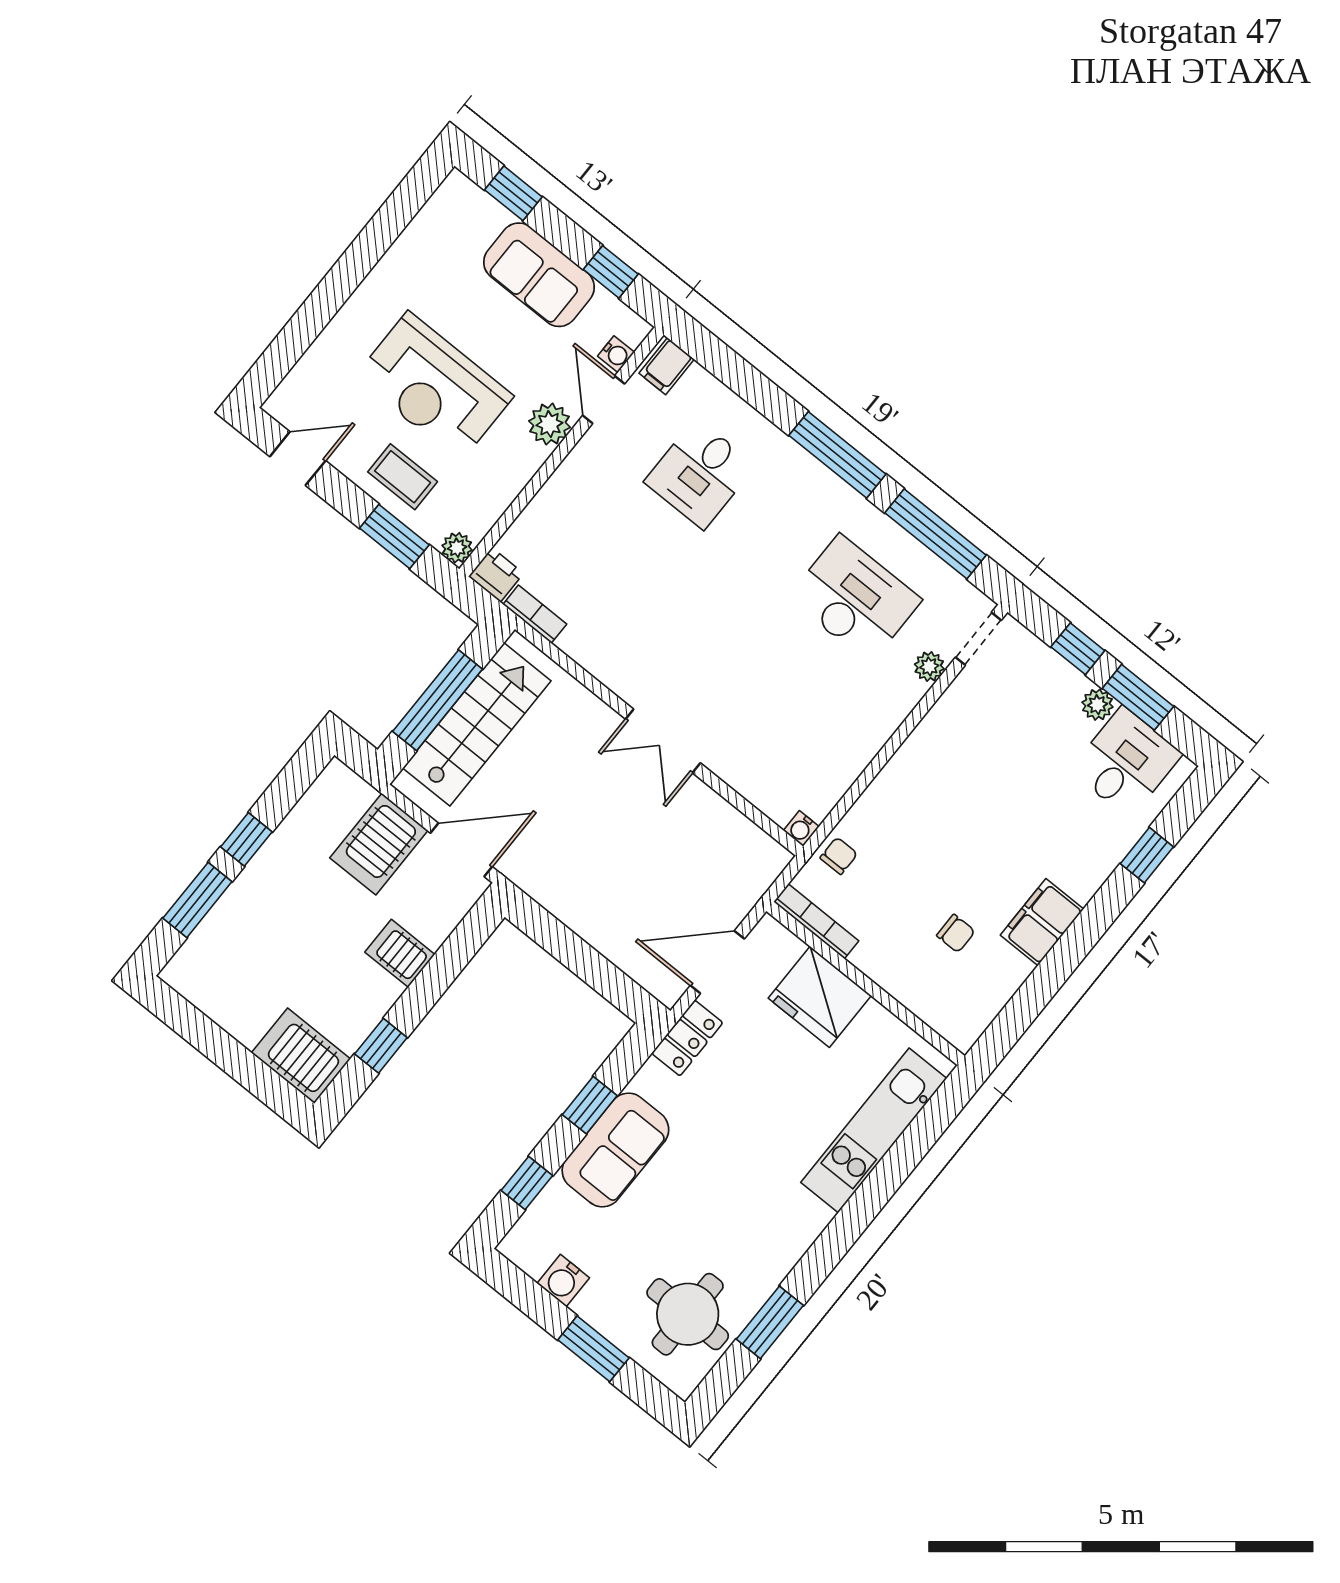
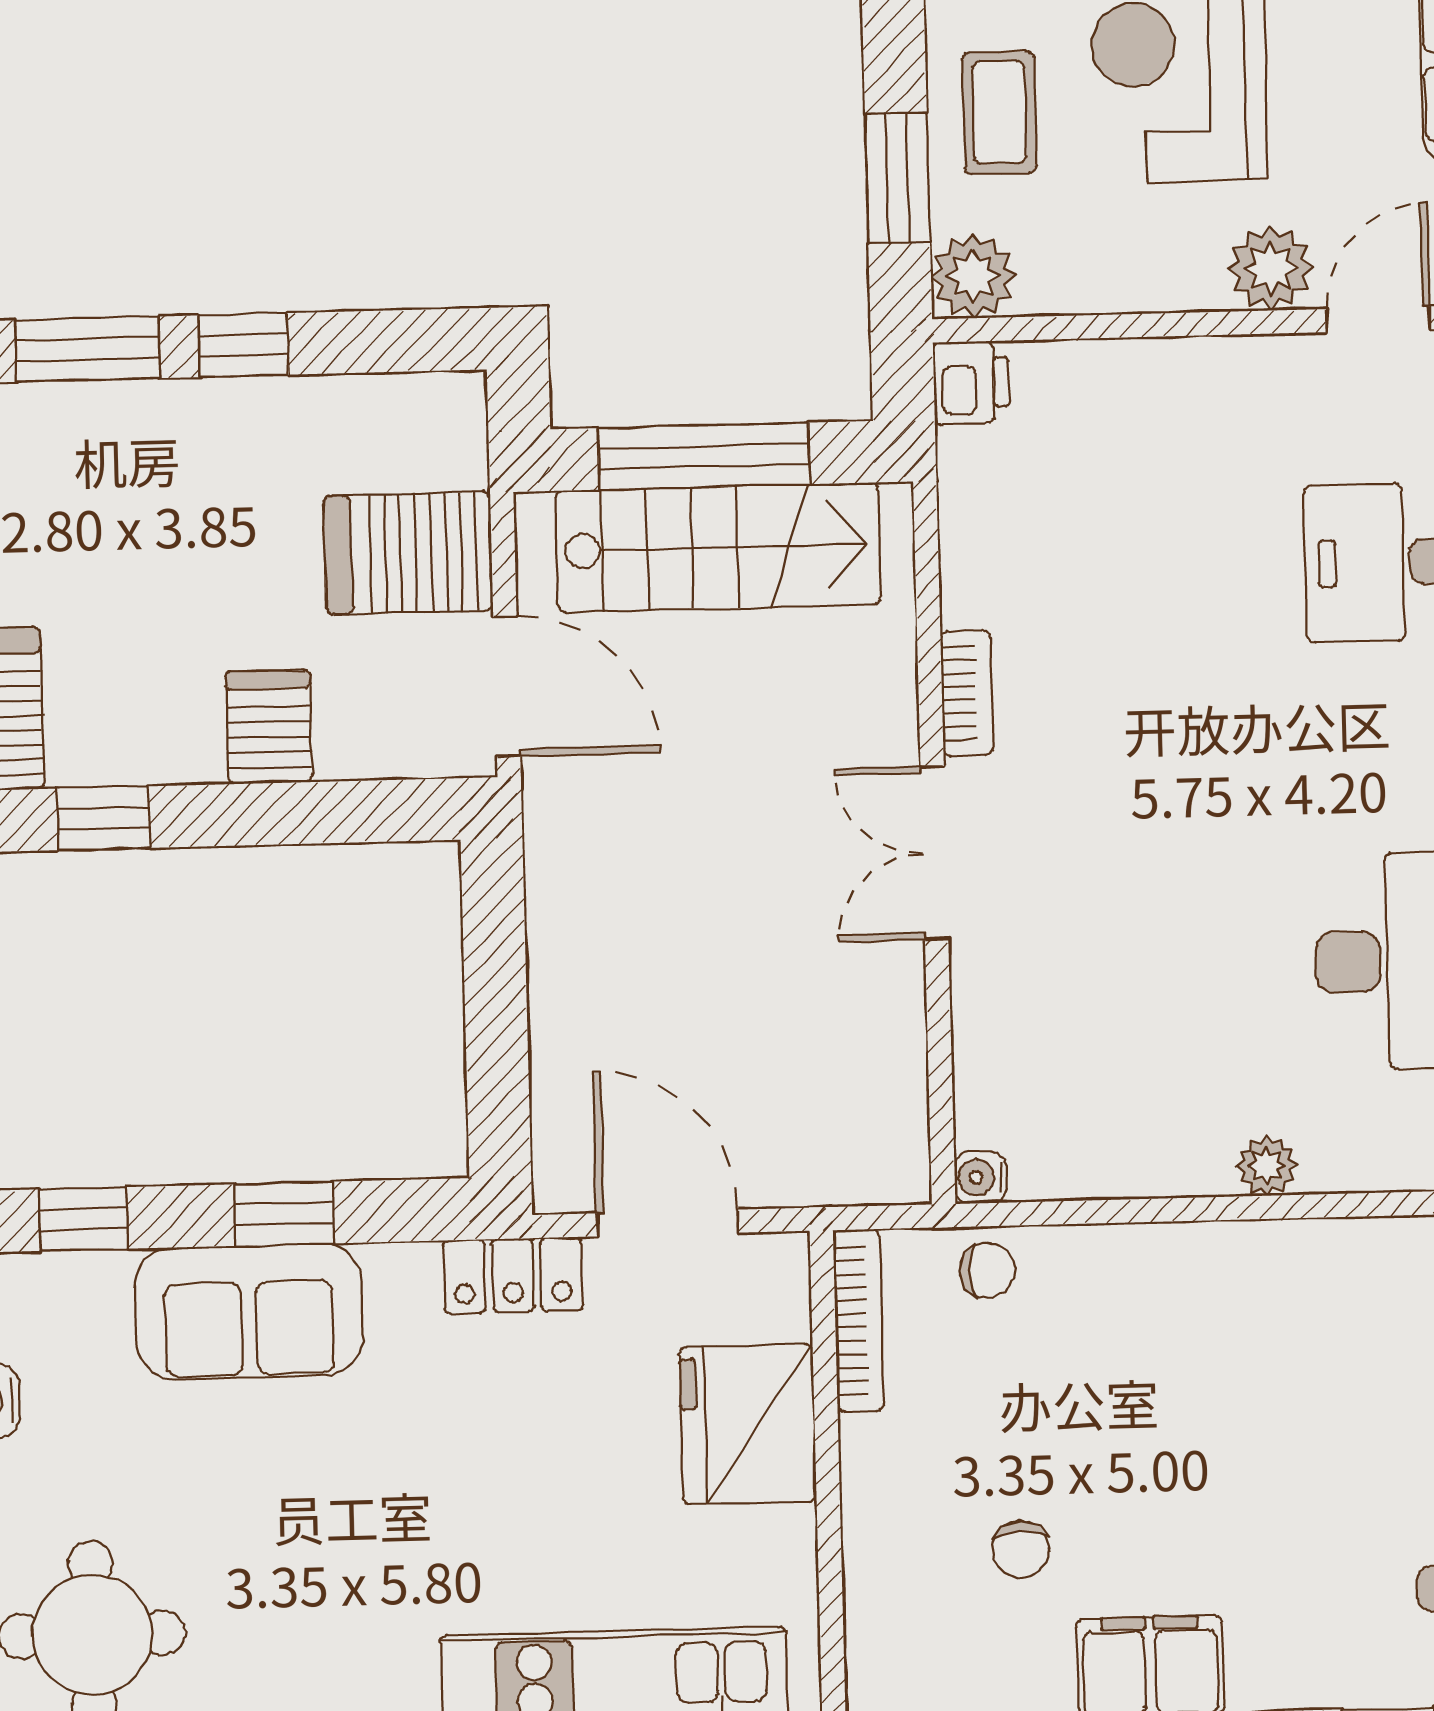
plant: (457, 548) -> (973, 276), width x1.38, depth x1.38
bookcase: (535, 614) -> (967, 693), moved
plant: (929, 666) -> (1267, 1166), moved

